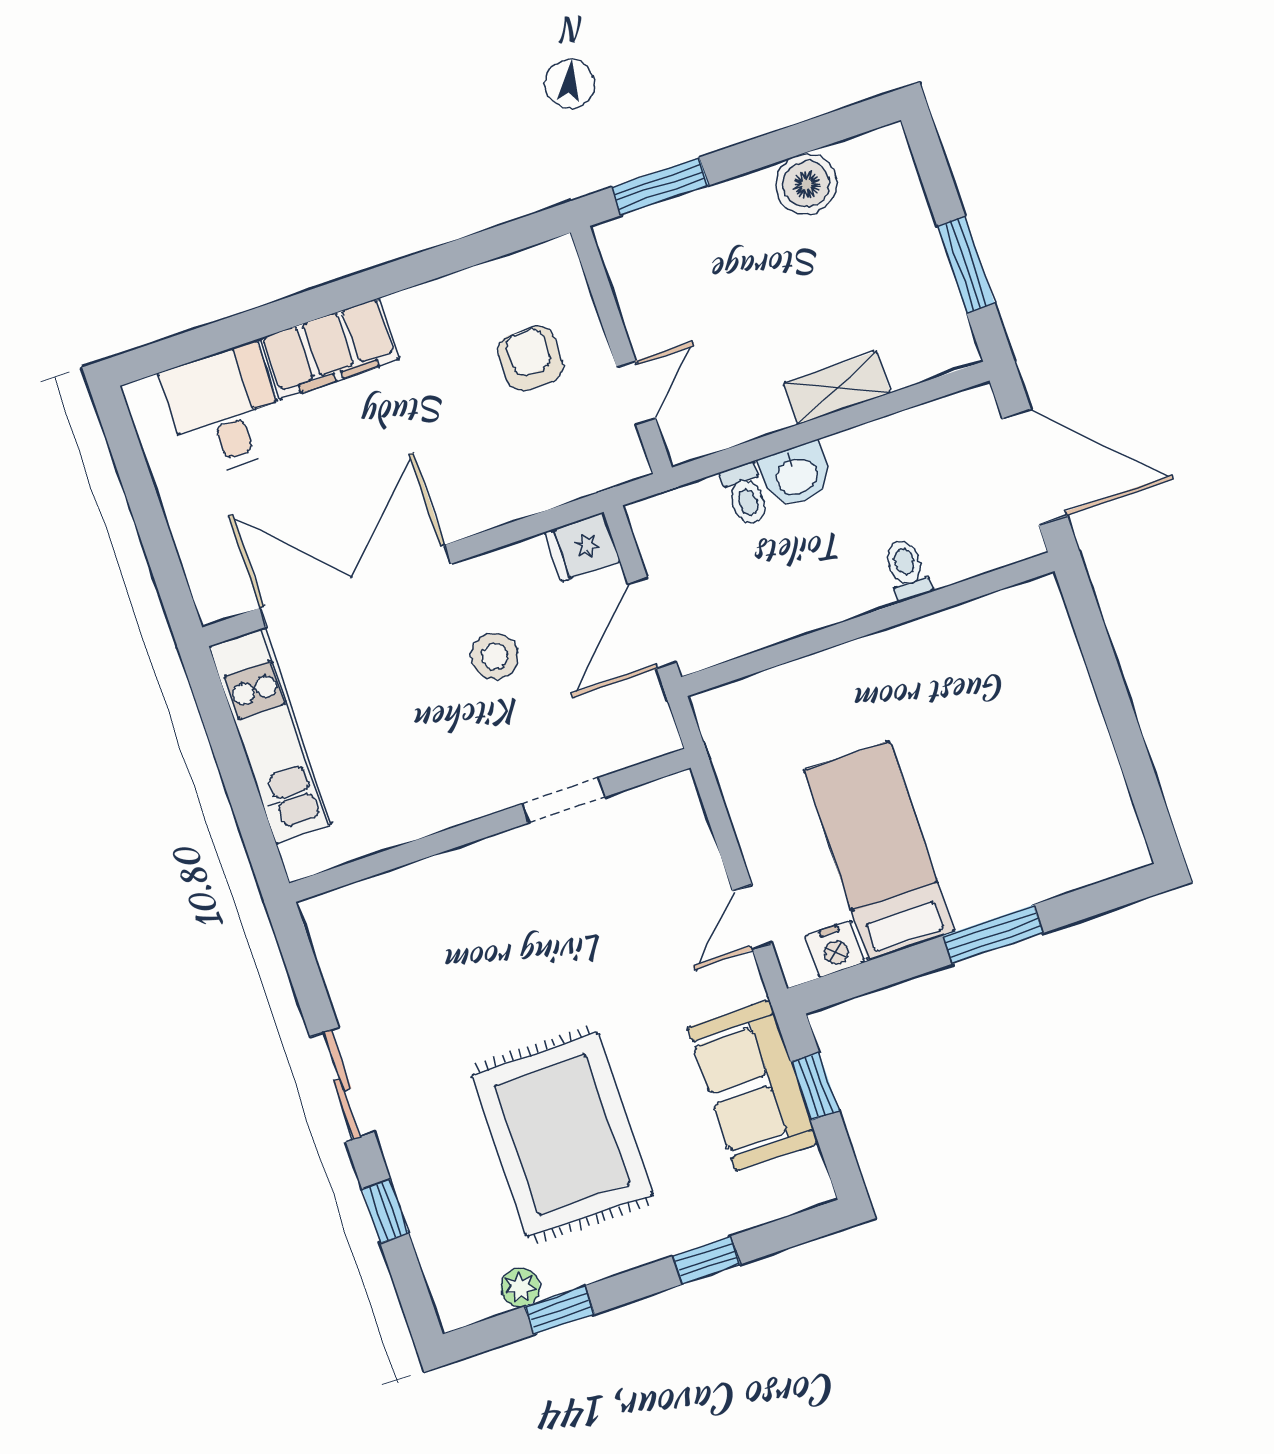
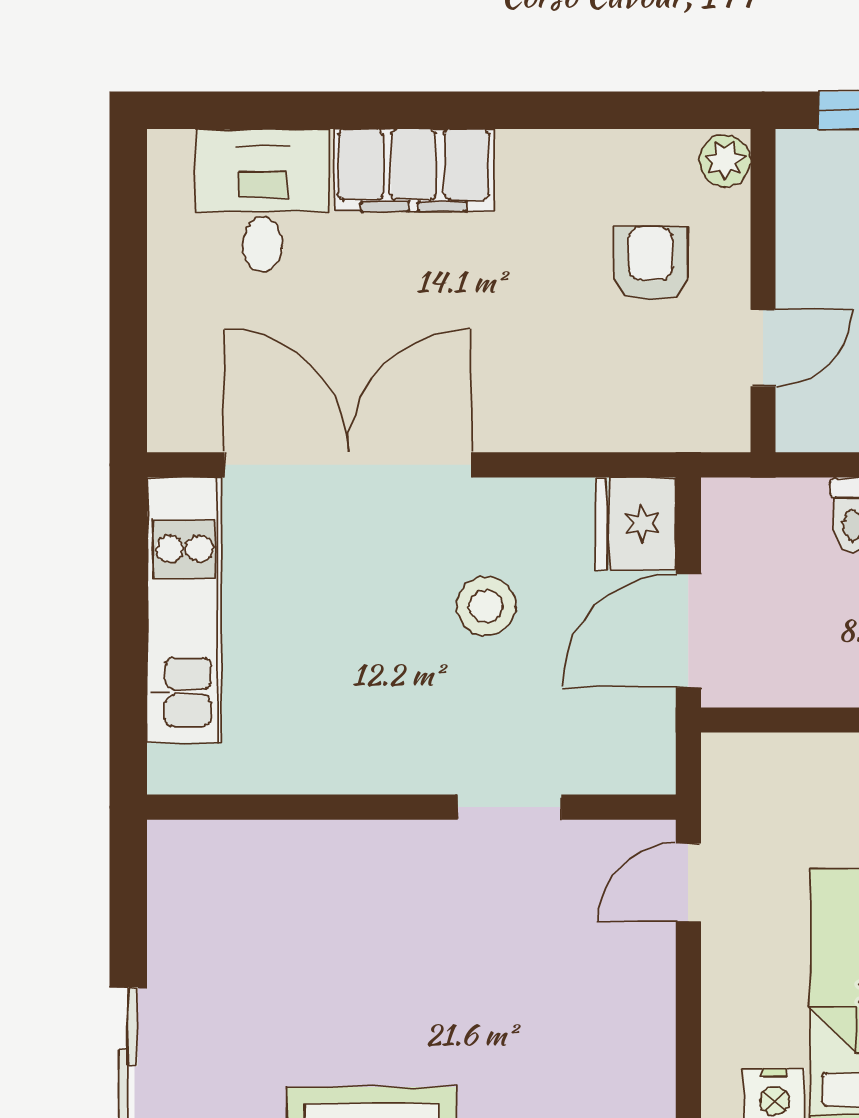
plant: (560, 263) -> (725, 161), added
fridge: (582, 547) -> (636, 524), width x1.38
door: (752, 917) -> (688, 882), moved

